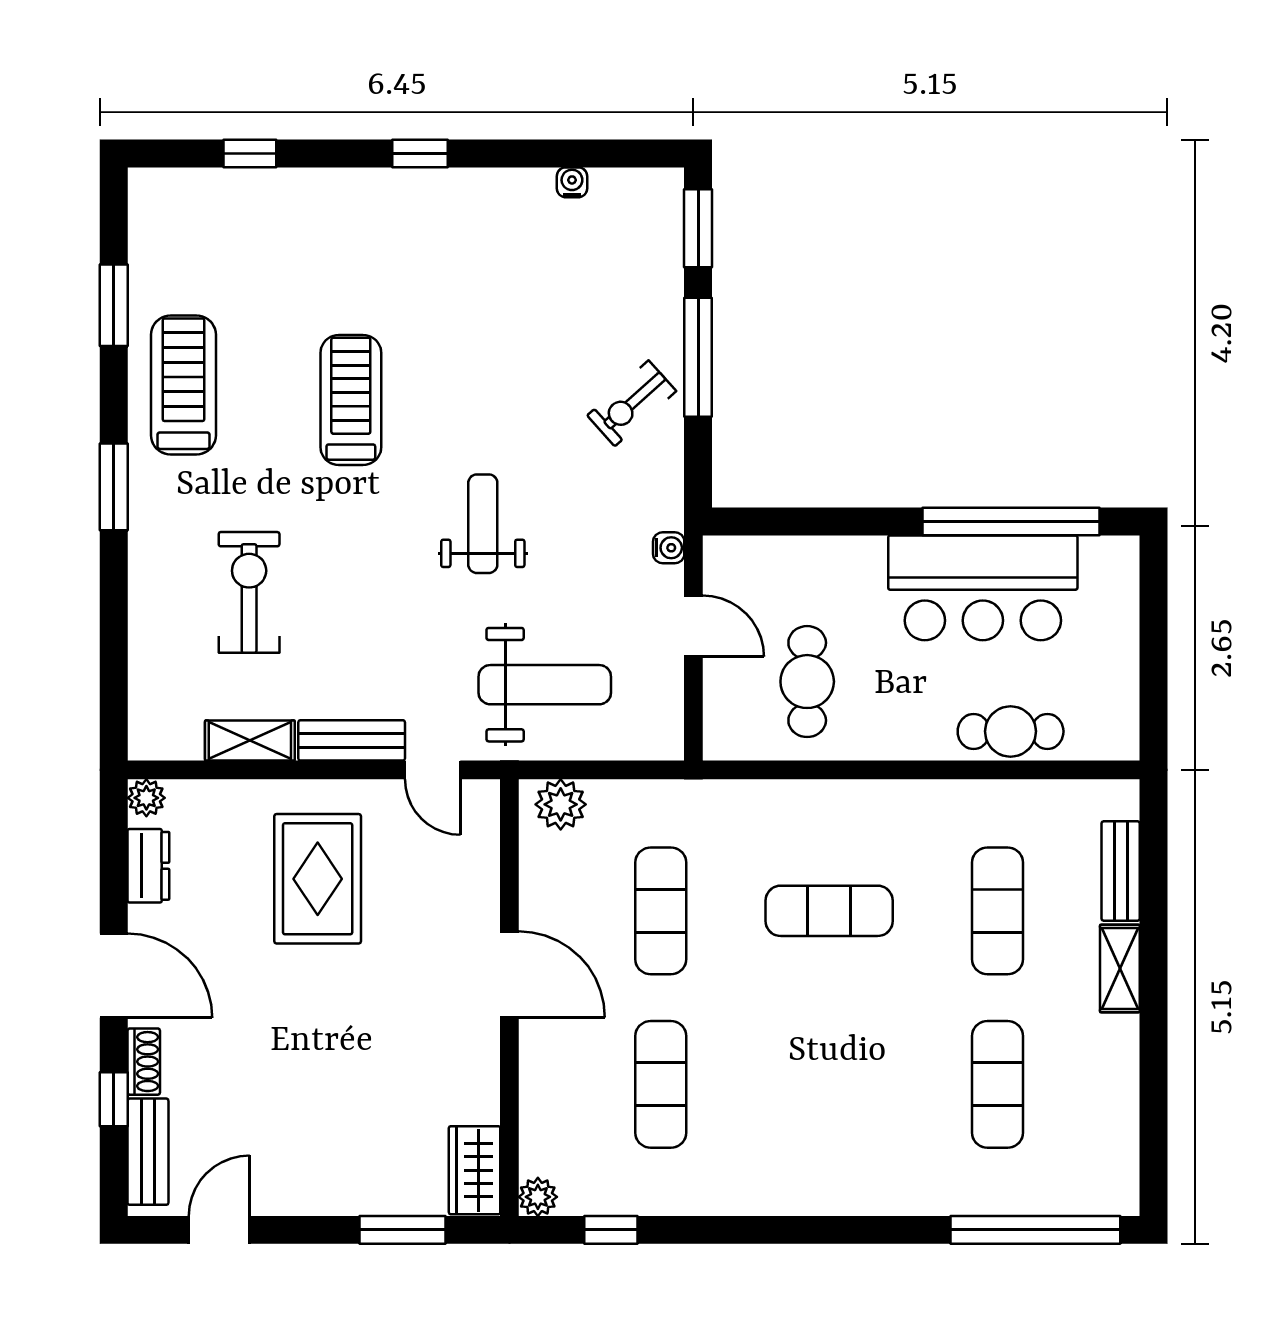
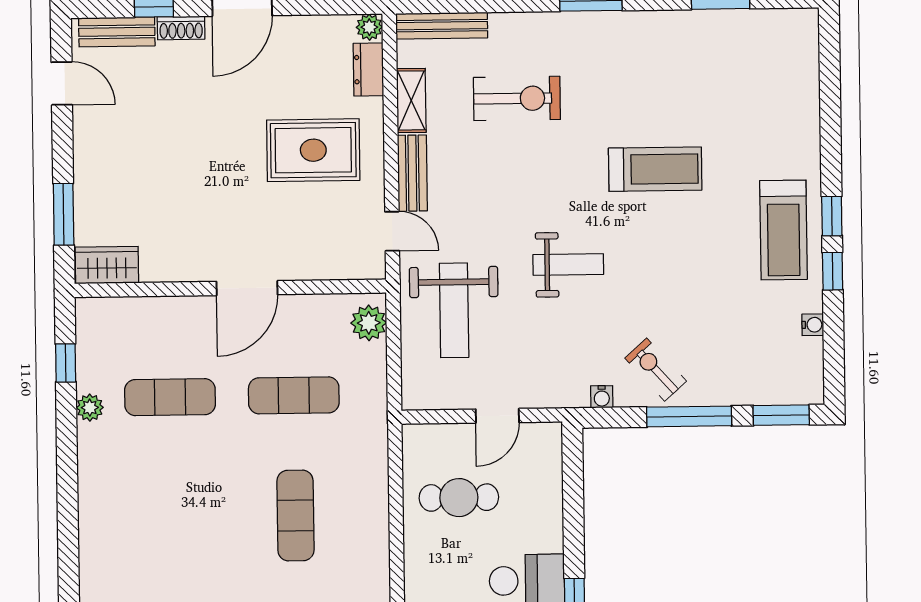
window: (250, 153) -> (833, 271), moved
treadmill: (183, 385) -> (784, 230), moved, turned 90
water cooler: (669, 548) -> (602, 397), moved
bench: (146, 696) -> (442, 26), added
door: (433, 770) -> (392, 231), swing flipped
dresser: (148, 866) -> (368, 69), moved, turned 90
plant: (538, 1197) -> (90, 408), moved

